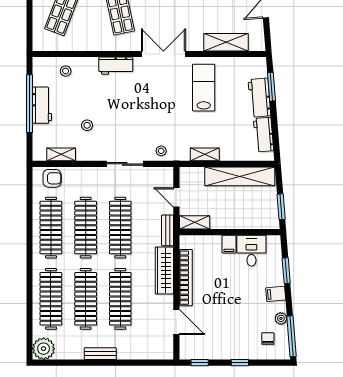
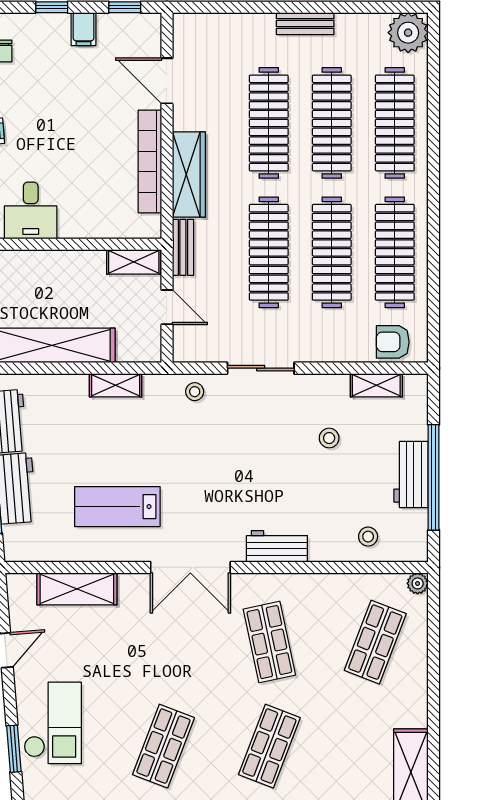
plant: (38, 45) -> (418, 583), added
lab bench: (204, 88) -> (117, 507), turned 90
filing cabinet: (229, 244) -> (83, 29), moved, turned 180

